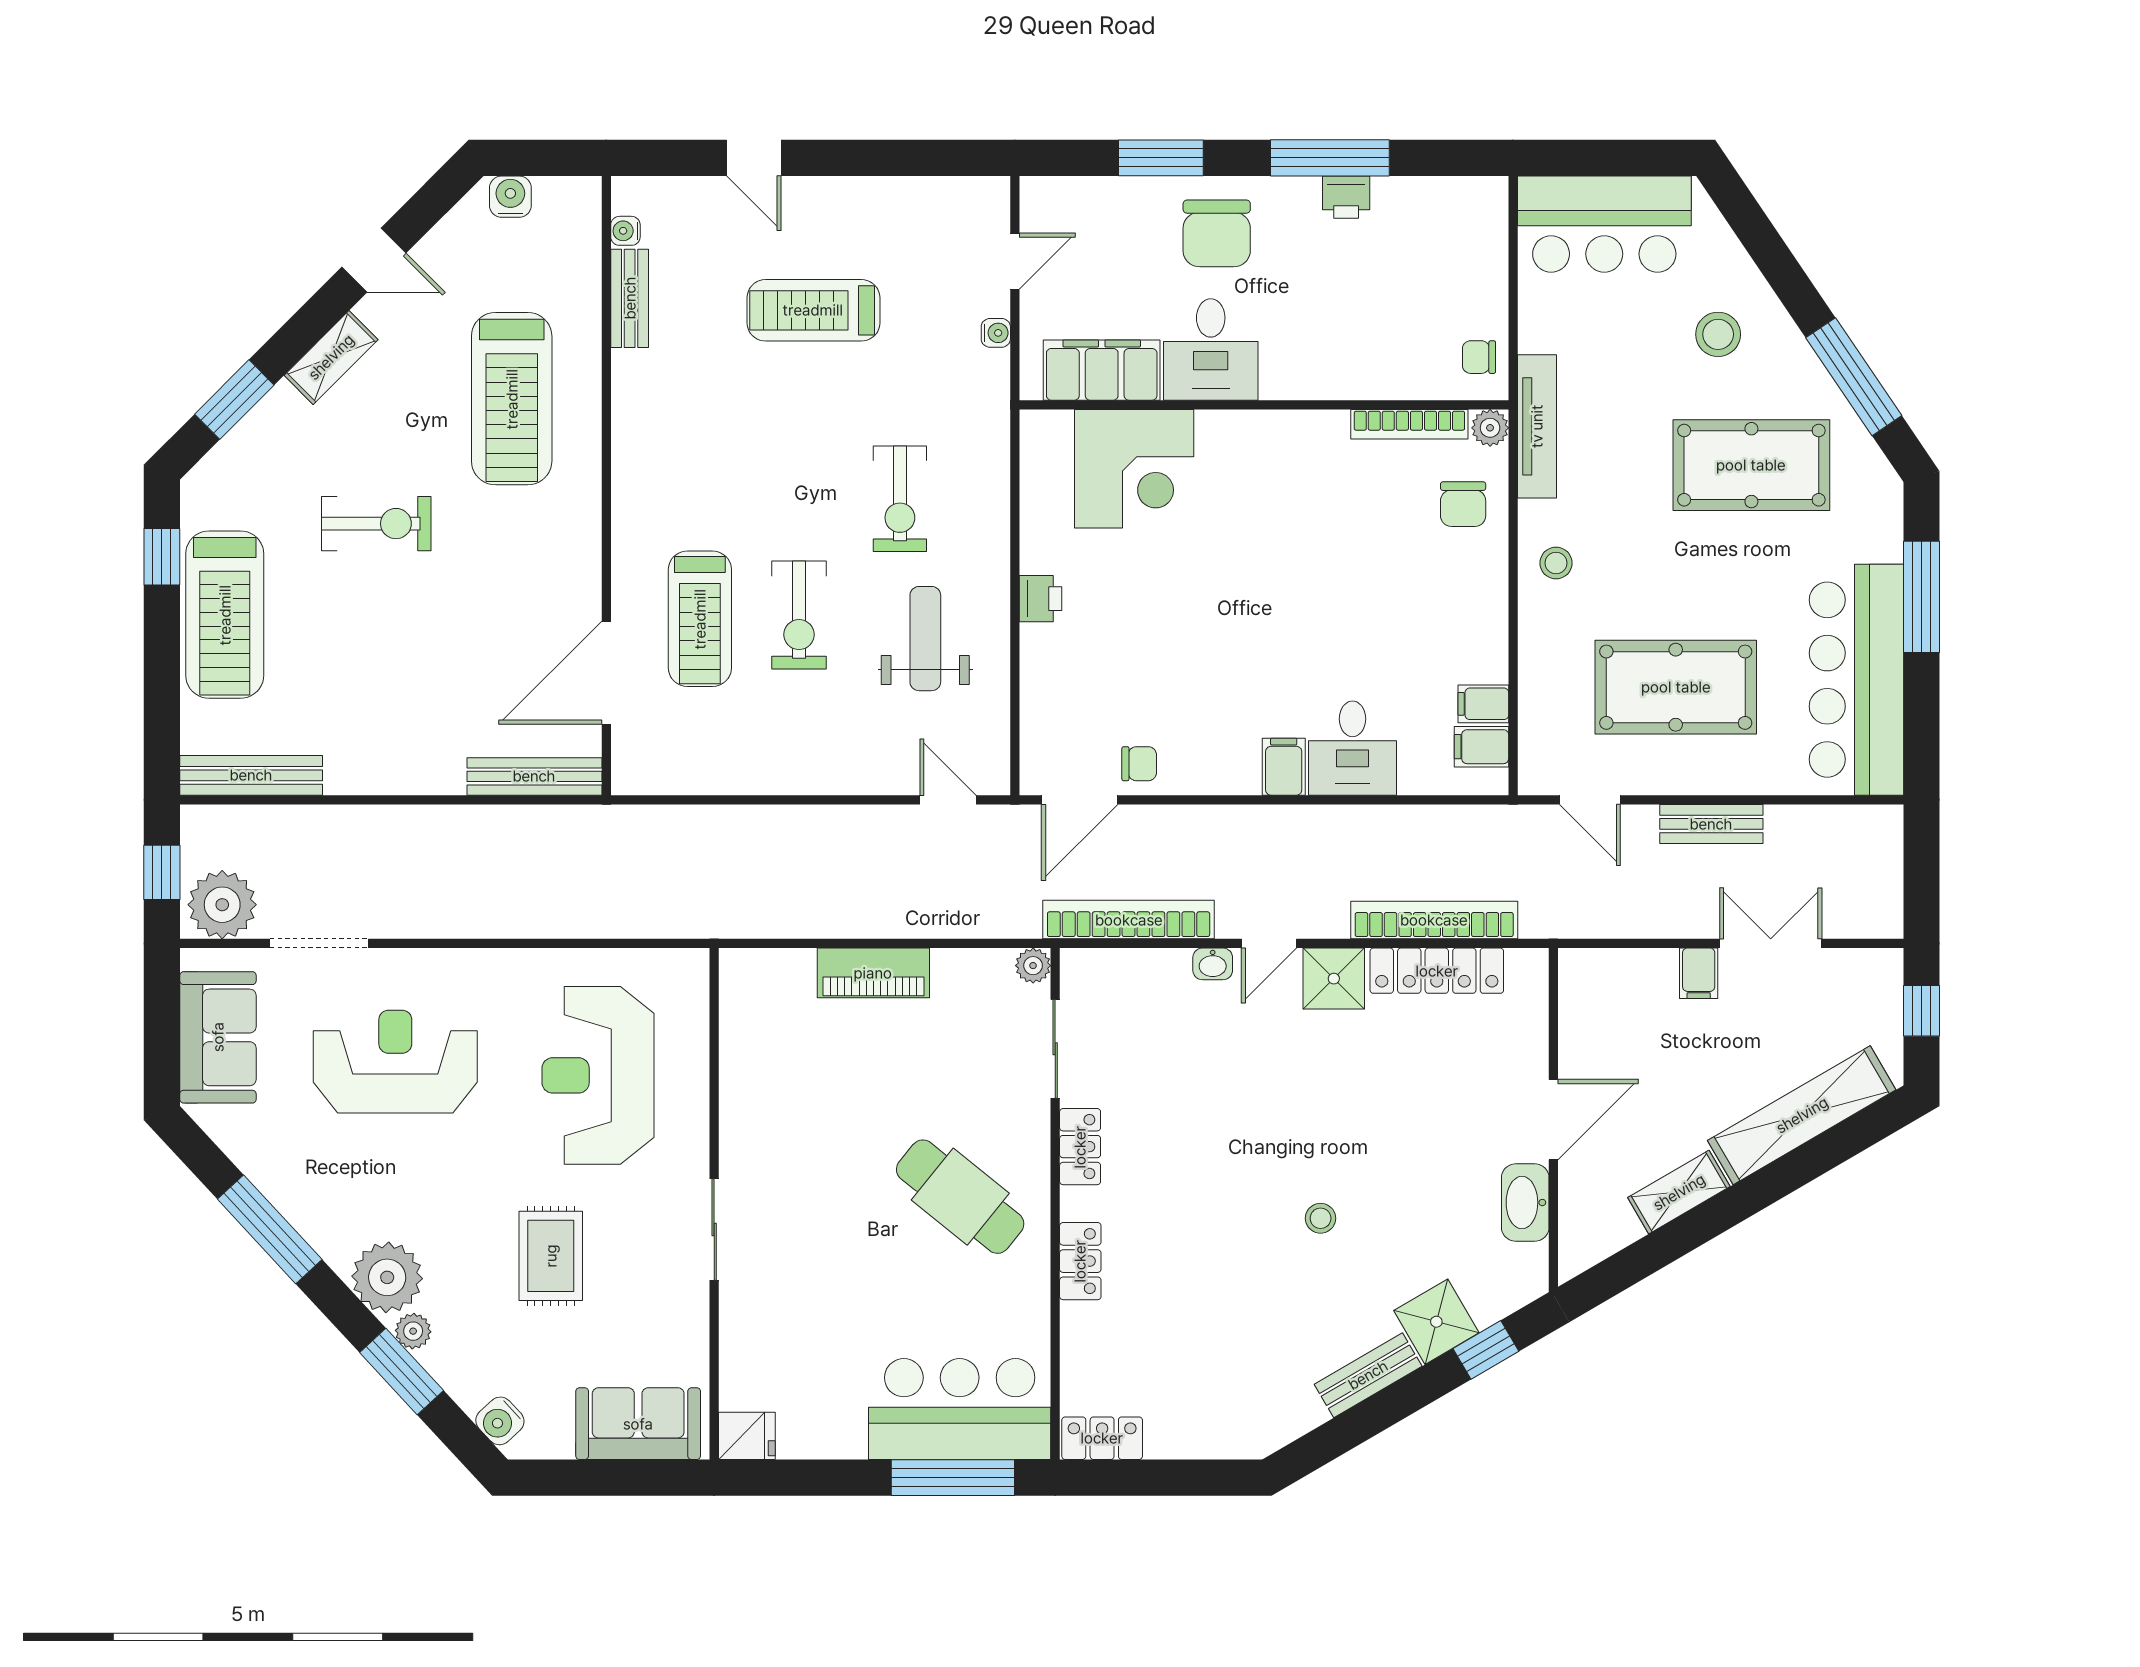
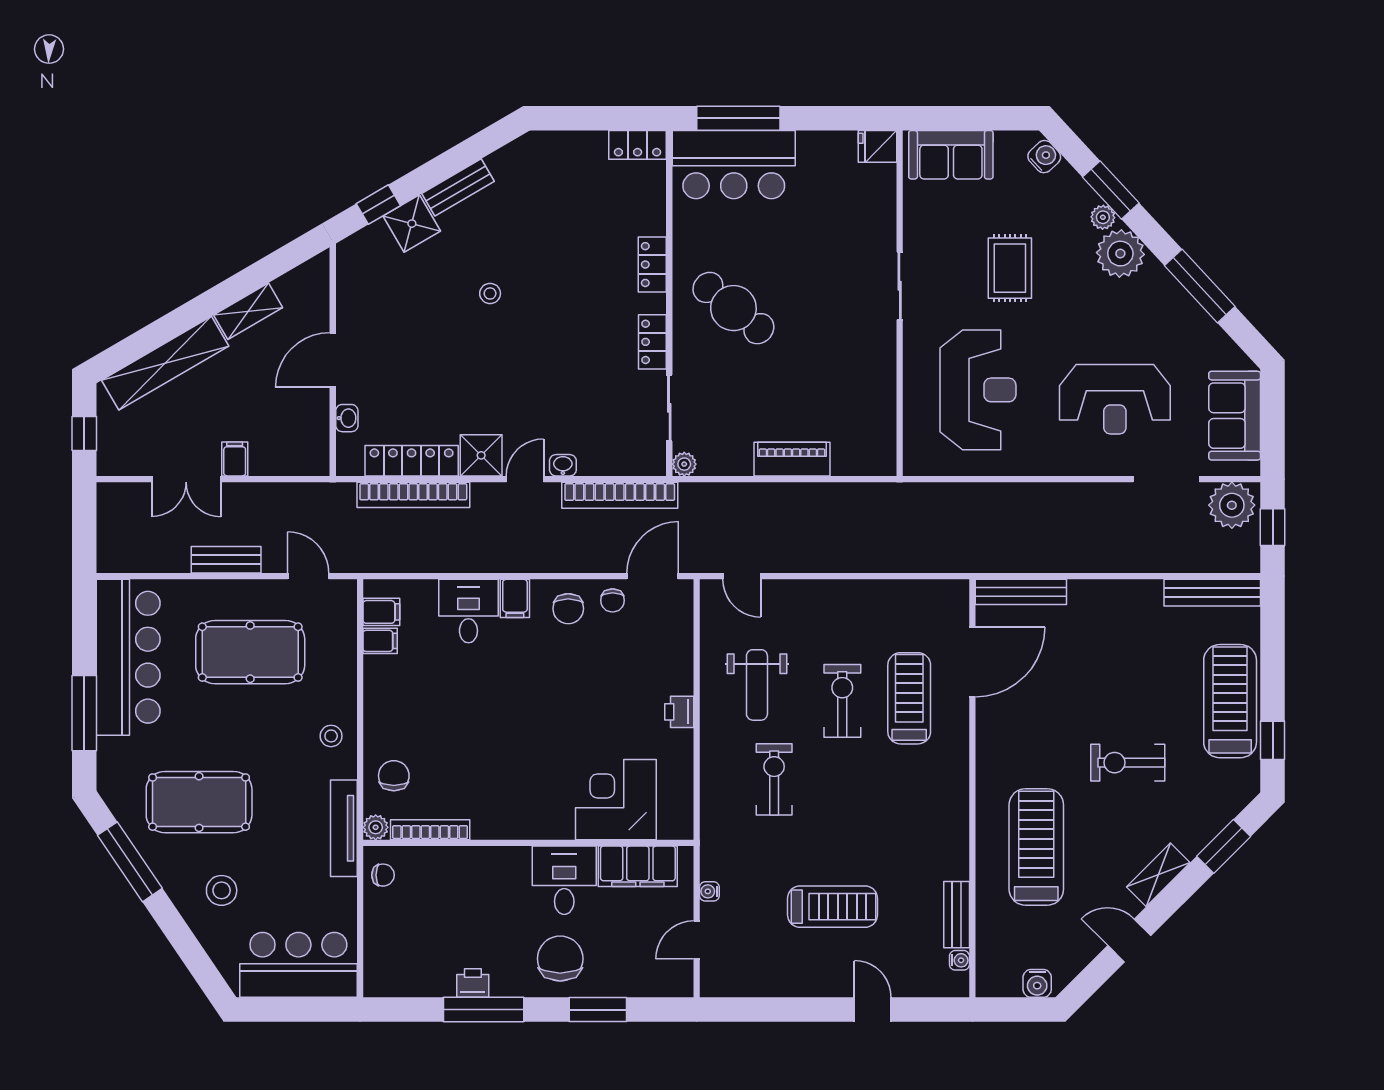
chair: (1205, 752) -> (568, 609), added
chair: (1139, 764) -> (613, 600), turned -90
washbasin: (1525, 1203) -> (347, 418), moved, width x0.52, depth x0.69

